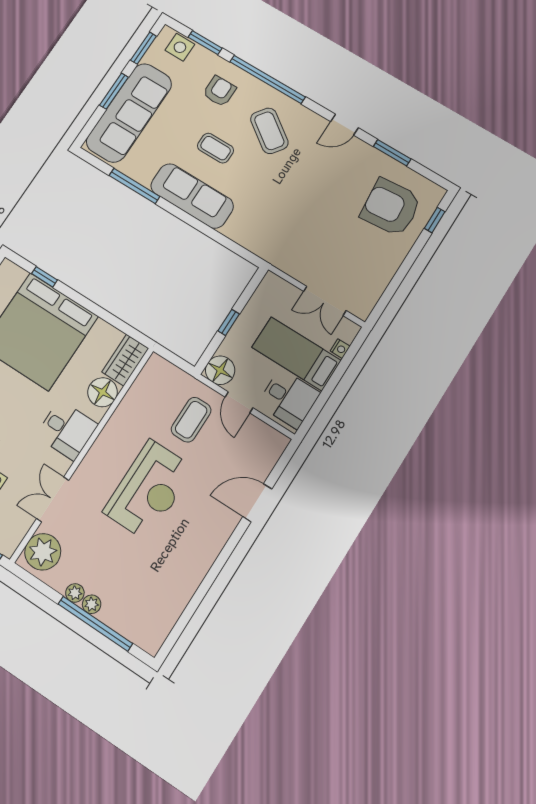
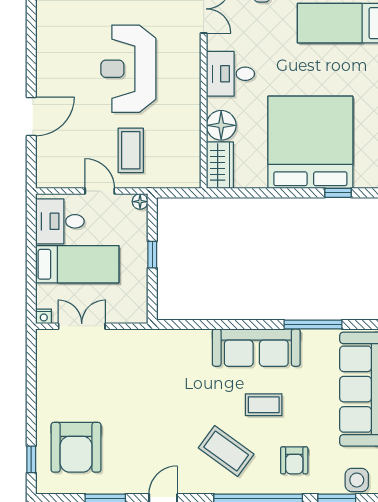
armchair: (391, 207) -> (76, 447), turned 95
nightstand: (340, 349) -> (44, 316), moved, turned -90
floor lamp: (220, 370) -> (140, 202), width x0.53, depth x0.53

